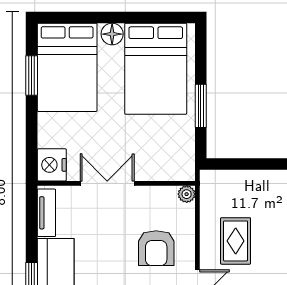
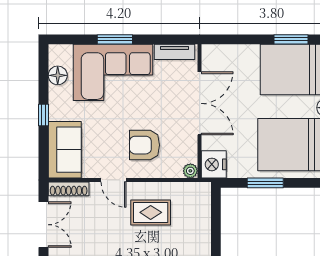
nightstand: (52, 165) -> (214, 164), moved, turned -90
double door: (107, 183) -> (200, 103), width x1.37

